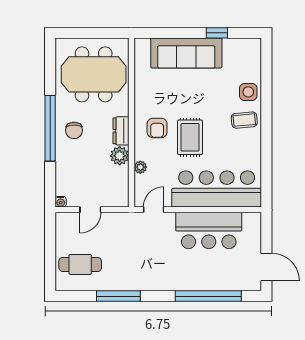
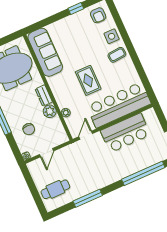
sofa: (186, 53) -> (45, 52), moved, turned -90
armchair: (157, 128) -> (98, 15), moved
chair: (74, 130) -> (29, 129), moved

